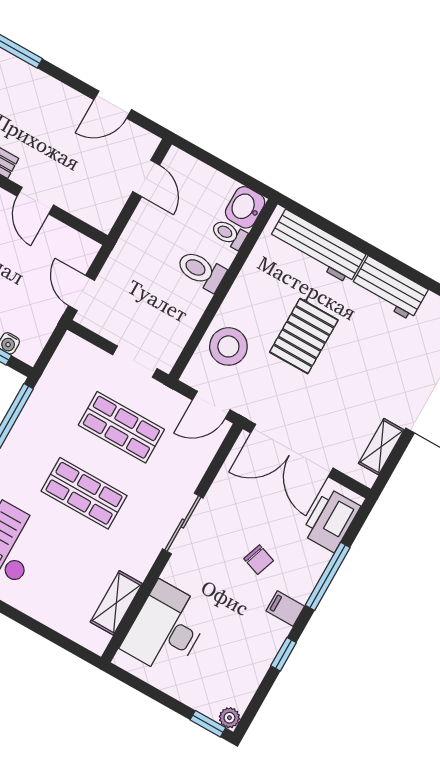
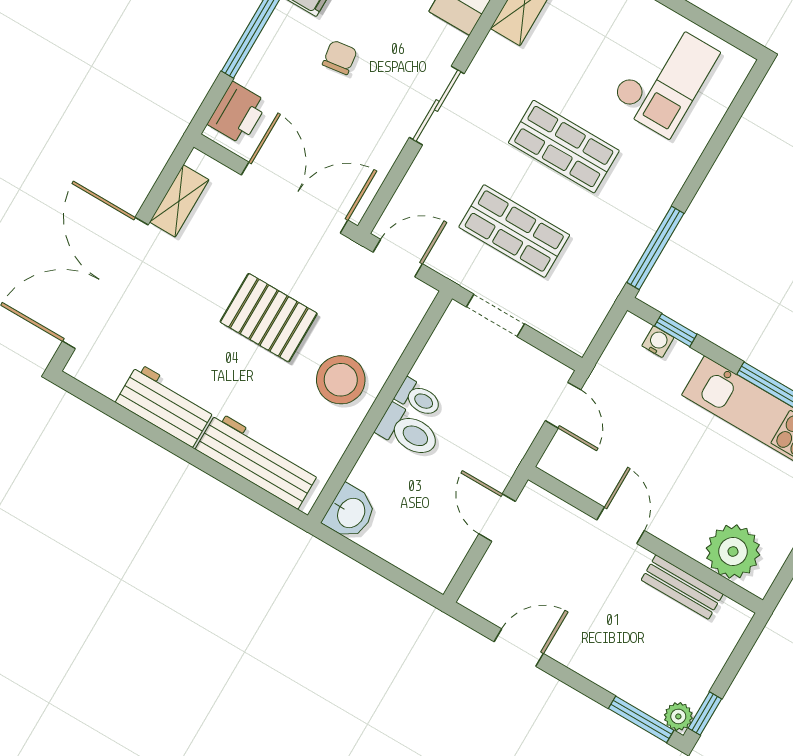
door: (146, 178) -> (497, 518), moved
toilet: (229, 234) -> (418, 398), moved
pallet: (304, 336) -> (269, 318), moved, turned 90
stool: (228, 346) -> (341, 380), moved
printer: (331, 520) -> (238, 113), width x0.73, depth x0.84
chair: (259, 560) -> (340, 57), turned 63

